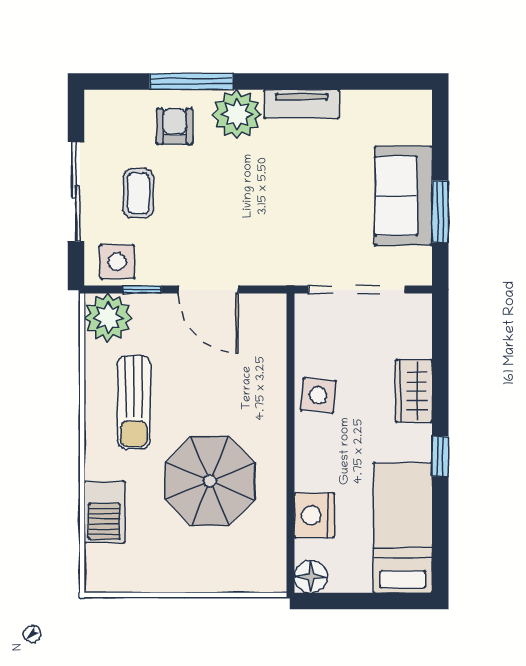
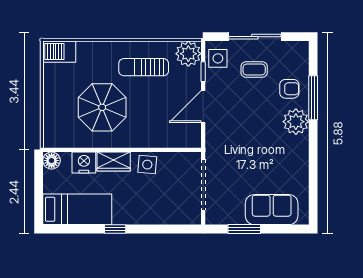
tv unit: (302, 104) -> (301, 156), removed
sofa: (403, 196) -> (272, 210), moved
wardrobe: (414, 391) -> (114, 162), moved, turned 180
barbecue: (104, 512) -> (59, 52), moved

